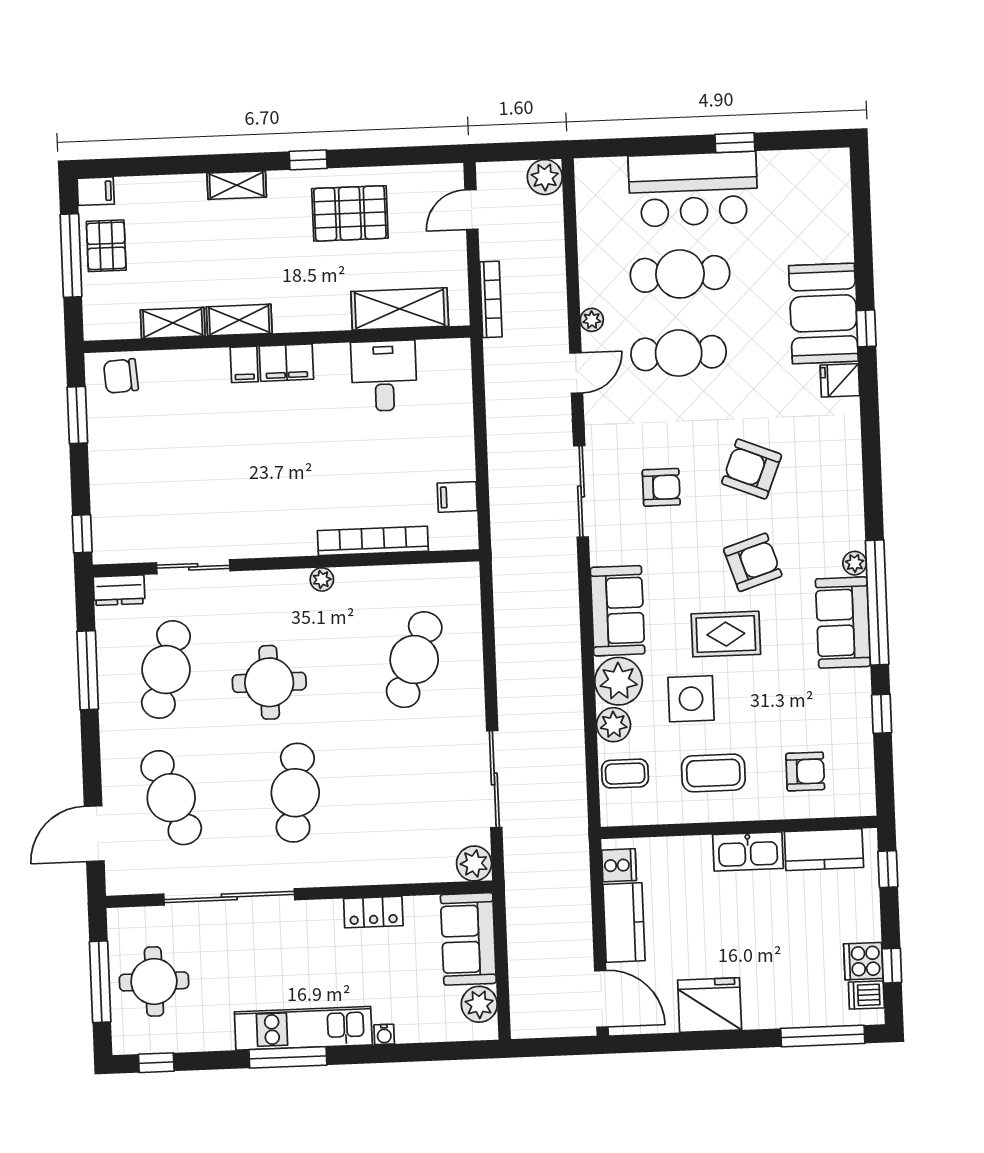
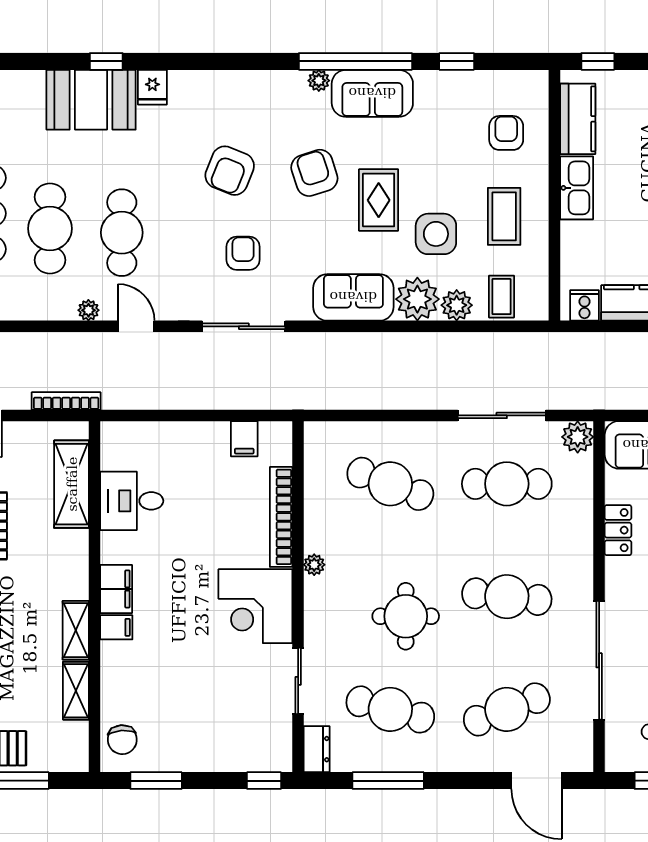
corner desk: (274, 517) -> (255, 606), added
cafe table: (419, 788) -> (507, 484), added

